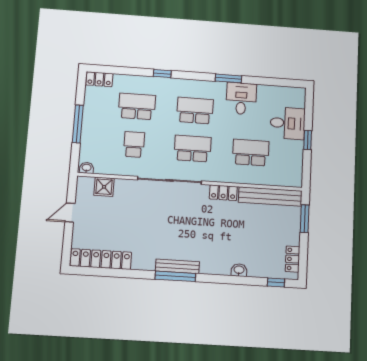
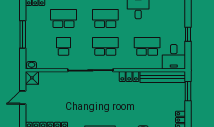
desk: (288, 123) -> (174, 57), moved, turned 90
shower: (104, 187) -> (32, 78), moved

